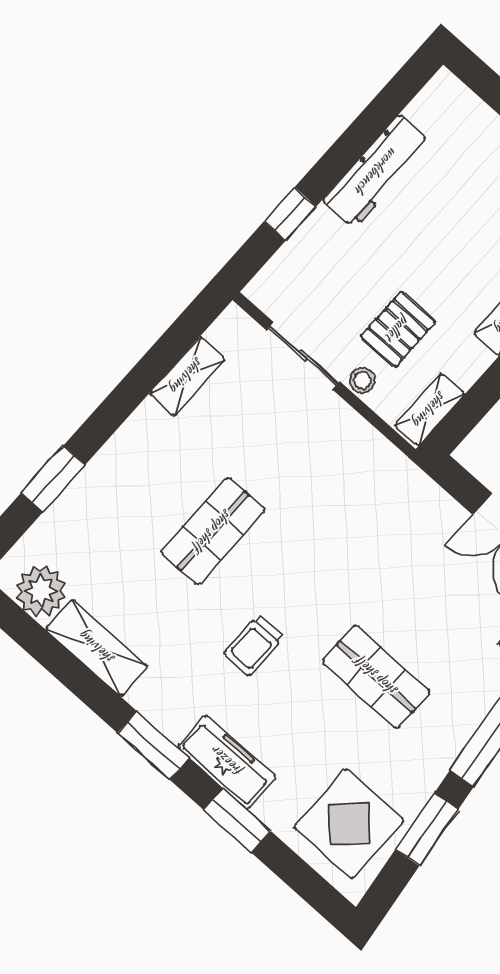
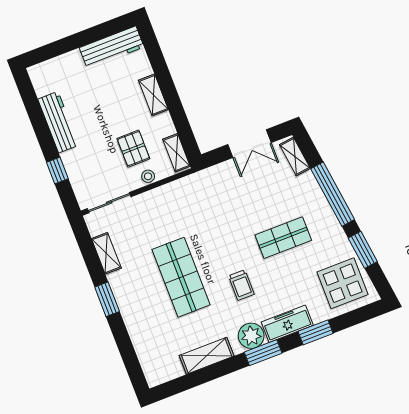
sliding door: (303, 356) -> (109, 203), moved
window: (53, 479) -> (107, 299), moved
shop shelf: (213, 531) -> (181, 277), width x1.43, depth x1.36
plant: (41, 591) -> (251, 336), moved

